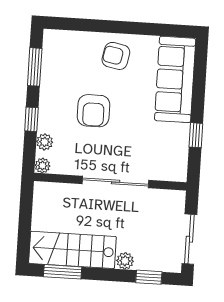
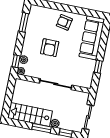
window: (31, 119) -> (16, 61), moved
window: (63, 272) -> (42, 128), moved

